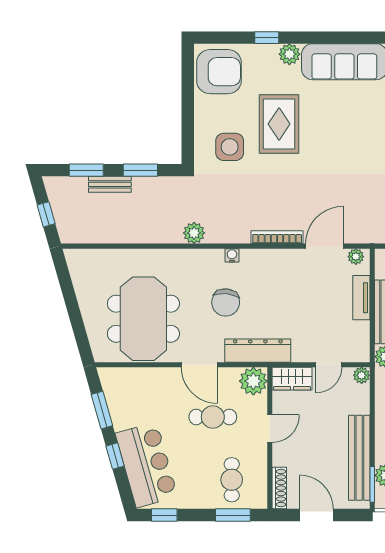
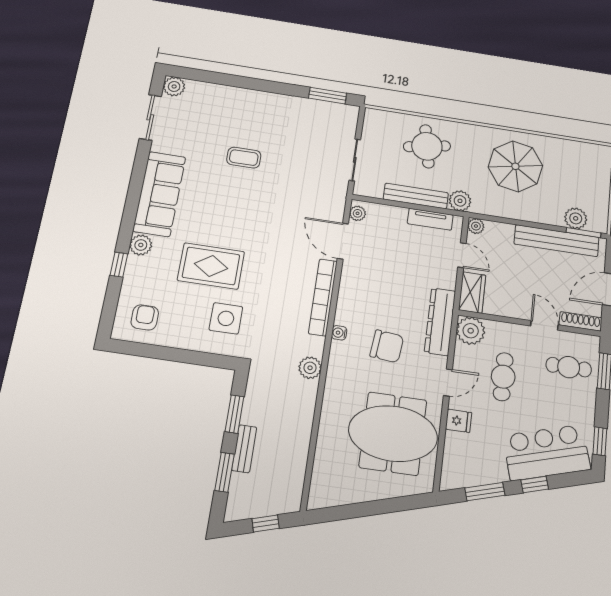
armchair: (219, 72) -> (145, 317), width x0.53, depth x0.53
bookcase: (277, 237) -> (323, 297), width x1.48, depth x1.31
tv unit: (361, 298) -> (430, 219), moved
door: (199, 365) -> (448, 383), width x0.73
fridge: (164, 379) -> (459, 421), added
door: (270, 429) -> (544, 325), moved

